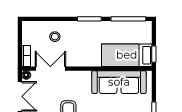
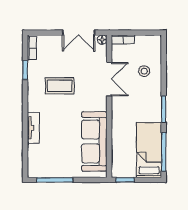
bed: (127, 55) -> (149, 150), moved
double door: (50, 69) -> (109, 79), moved

